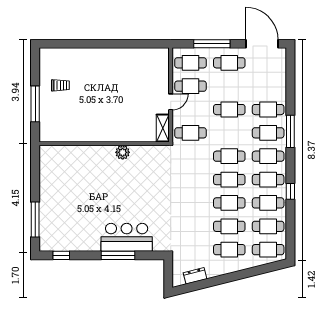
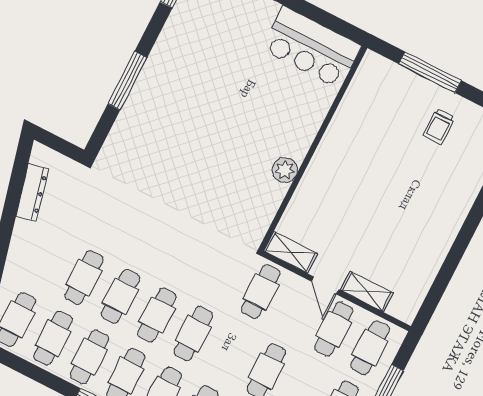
shelving: (163, 79) -> (367, 292), added
bar counter: (127, 237) -> (311, 47), moved, turned 90
cafe table: (229, 250) -> (47, 259), removed
dresser: (195, 276) -> (32, 193), width x1.44

